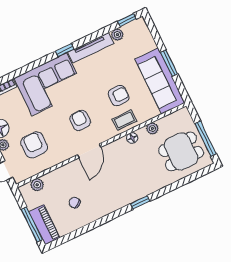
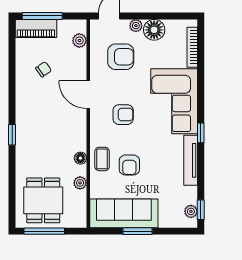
plant: (117, 35) -> (191, 211), moved
door: (89, 151) -> (88, 95), moved

